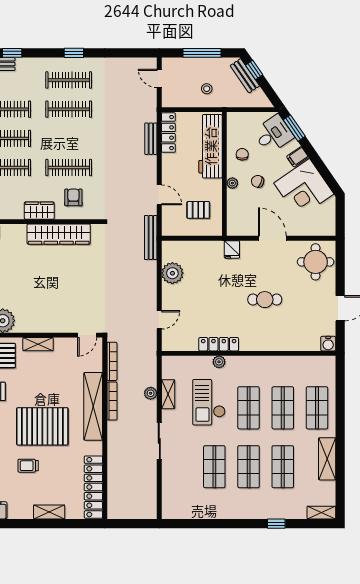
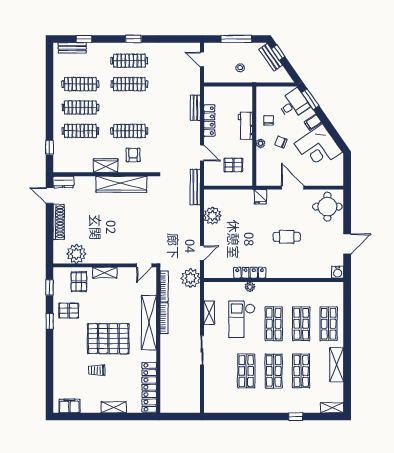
locker: (168, 133) -> (209, 121), moved
workbench: (210, 146) -> (245, 126), width x0.53, depth x0.76
plant: (151, 393) -> (191, 278), moved, width x1.88, depth x1.88

